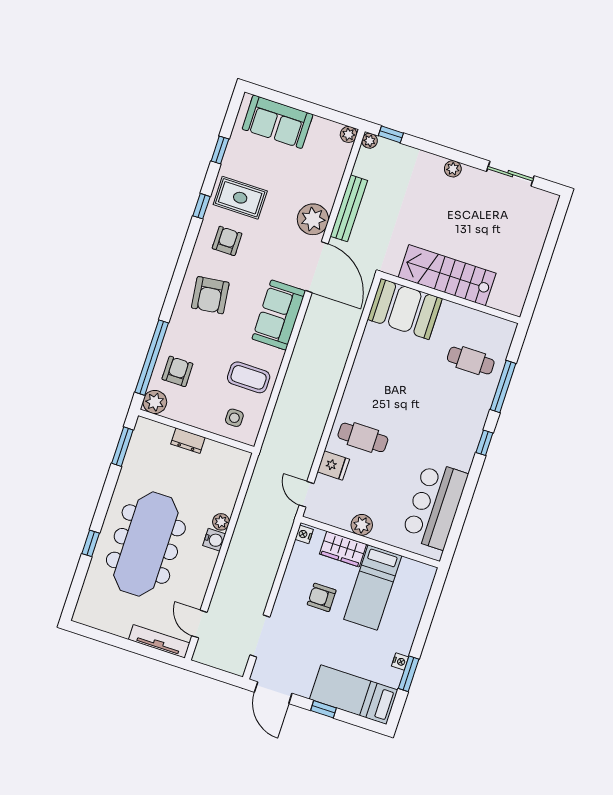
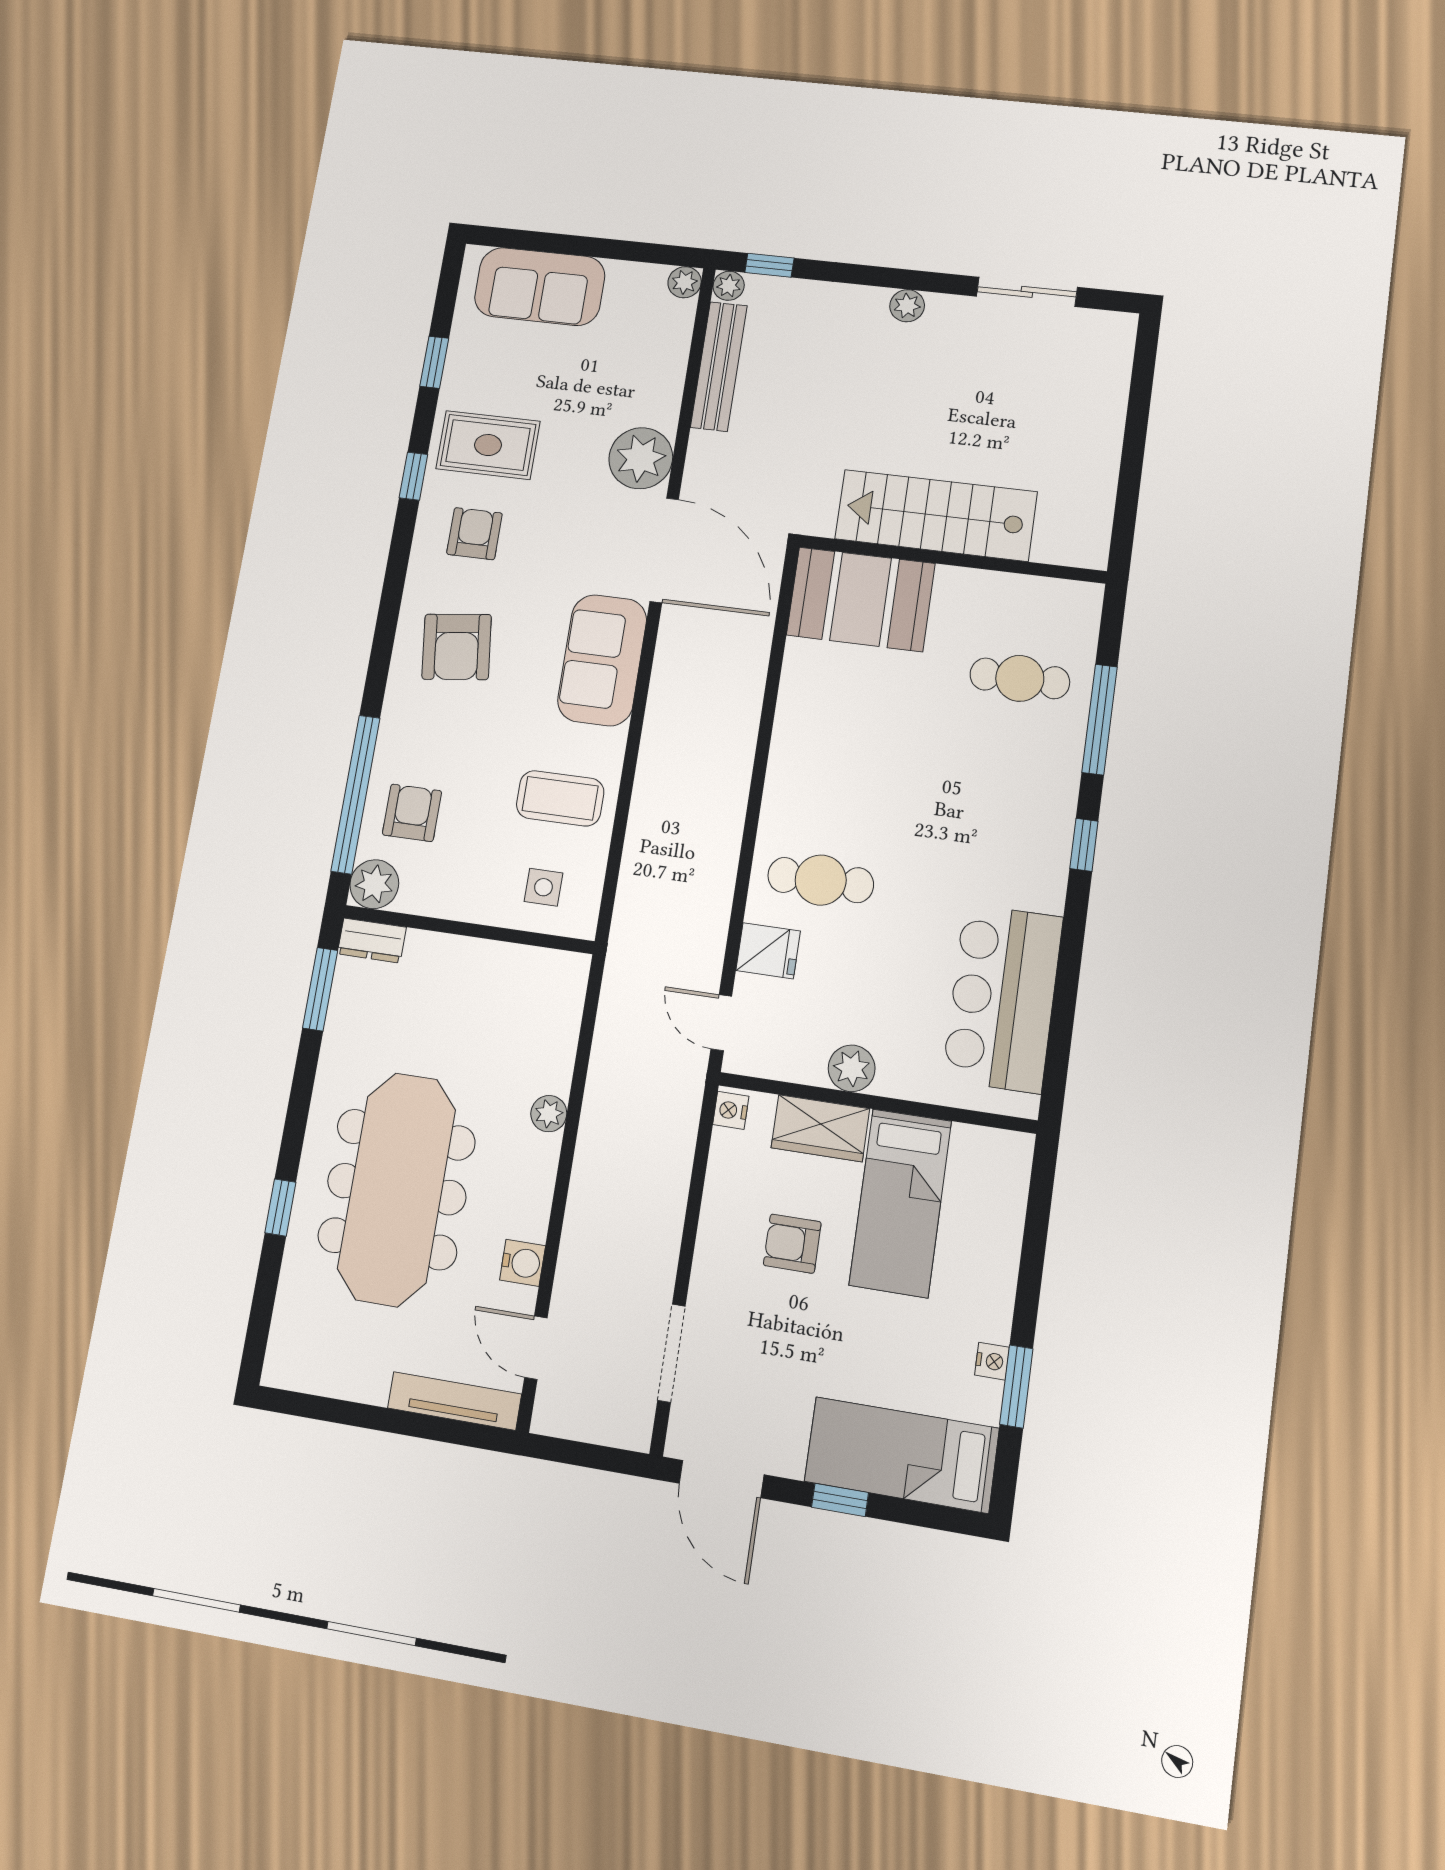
bench: (349, 208) -> (719, 366), moved
dresser: (188, 441) -> (372, 940), moved
water cooler: (214, 540) -> (523, 1263), moved

